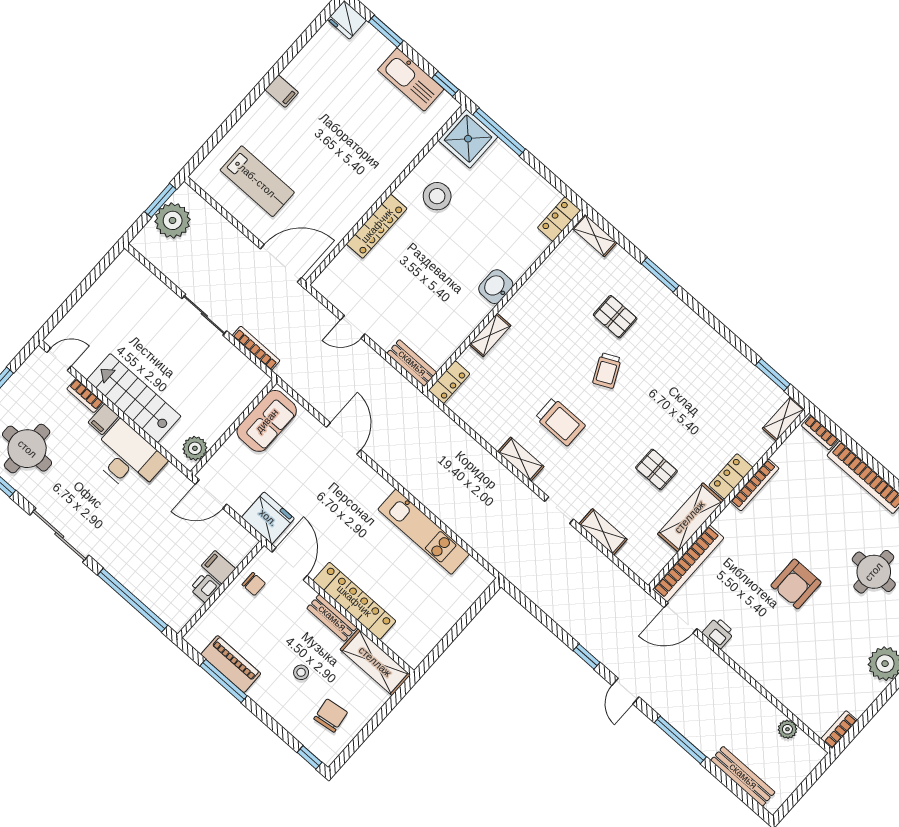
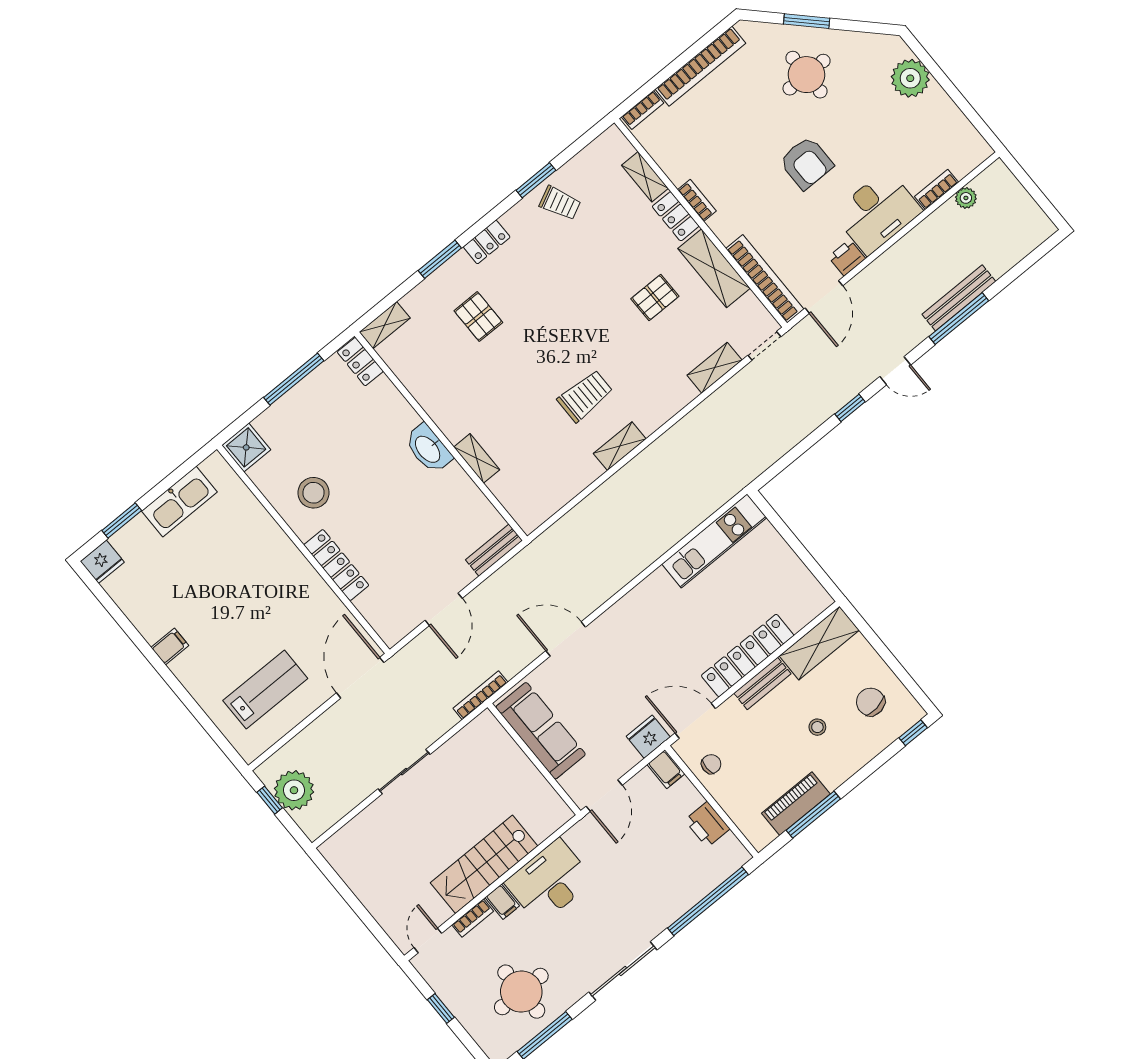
window: (445, 84) -> (191, 464), removed
window: (499, 132) -> (294, 379), moved
shower: (468, 139) -> (246, 447), width x0.73, depth x0.73
window: (161, 200) -> (270, 800), width x0.67
washbasin: (496, 287) -> (428, 449), width x1.38
pallet: (615, 317) -> (478, 317), turned 90
door: (353, 327) -> (444, 609), width x1.38
bookcase: (256, 348) -> (480, 695), moved
trolley: (607, 371) -> (560, 203), moved
window: (773, 375) -> (536, 180), moved
locker: (449, 382) -> (487, 242), moved, turned 90
shelving: (784, 419) -> (645, 177), moved
sofa: (267, 421) -> (541, 731), width x1.36
plant: (195, 448) -> (550, 805), removed
bookcase: (755, 485) -> (697, 200), width x0.64
doorway: (559, 510) -> (764, 346), moved
fridge: (268, 518) -> (648, 737), width x0.73, depth x0.75
kitchen unit: (424, 532) -> (714, 541), moved
filing cabinet: (218, 567) -> (666, 769), moved, turned -90
printer: (205, 587) -> (707, 824), width x1.36, depth x1.24
desk: (763, 653) -> (877, 212), added
bookcase: (839, 730) -> (937, 189), moved, turned 90
bench: (743, 776) -> (959, 298), moved

